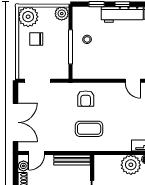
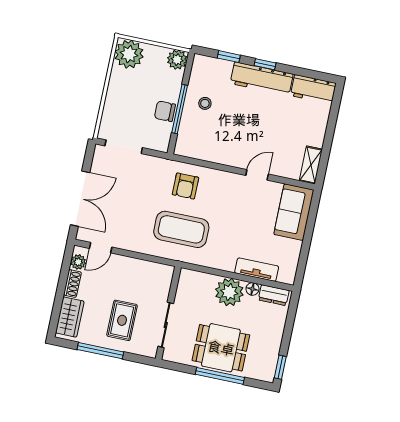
chair: (36, 39) -> (165, 111), moved
door: (133, 81) -> (257, 175), swing flipped
coffee table: (89, 129) -> (181, 229), width x1.36, depth x1.32
bench: (72, 160) -> (148, 268), removed

